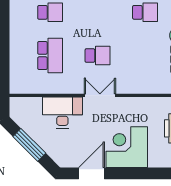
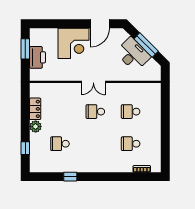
school desk: (50, 56) -> (131, 112), width x0.54
desk: (62, 112) -> (133, 54), moved, turned -135

